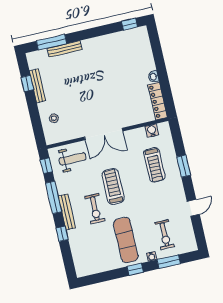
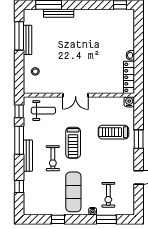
window: (27, 83) -> (19, 36), width x2.17
water cooler: (152, 131) -> (129, 102), moved
double door: (104, 134) -> (76, 95), width x0.73
treadmill: (154, 165) -> (113, 132), turned 90
treadmill: (113, 187) -> (73, 143), turned 180
window: (62, 234) -> (19, 187), moved
window: (135, 269) -> (58, 219), moved

